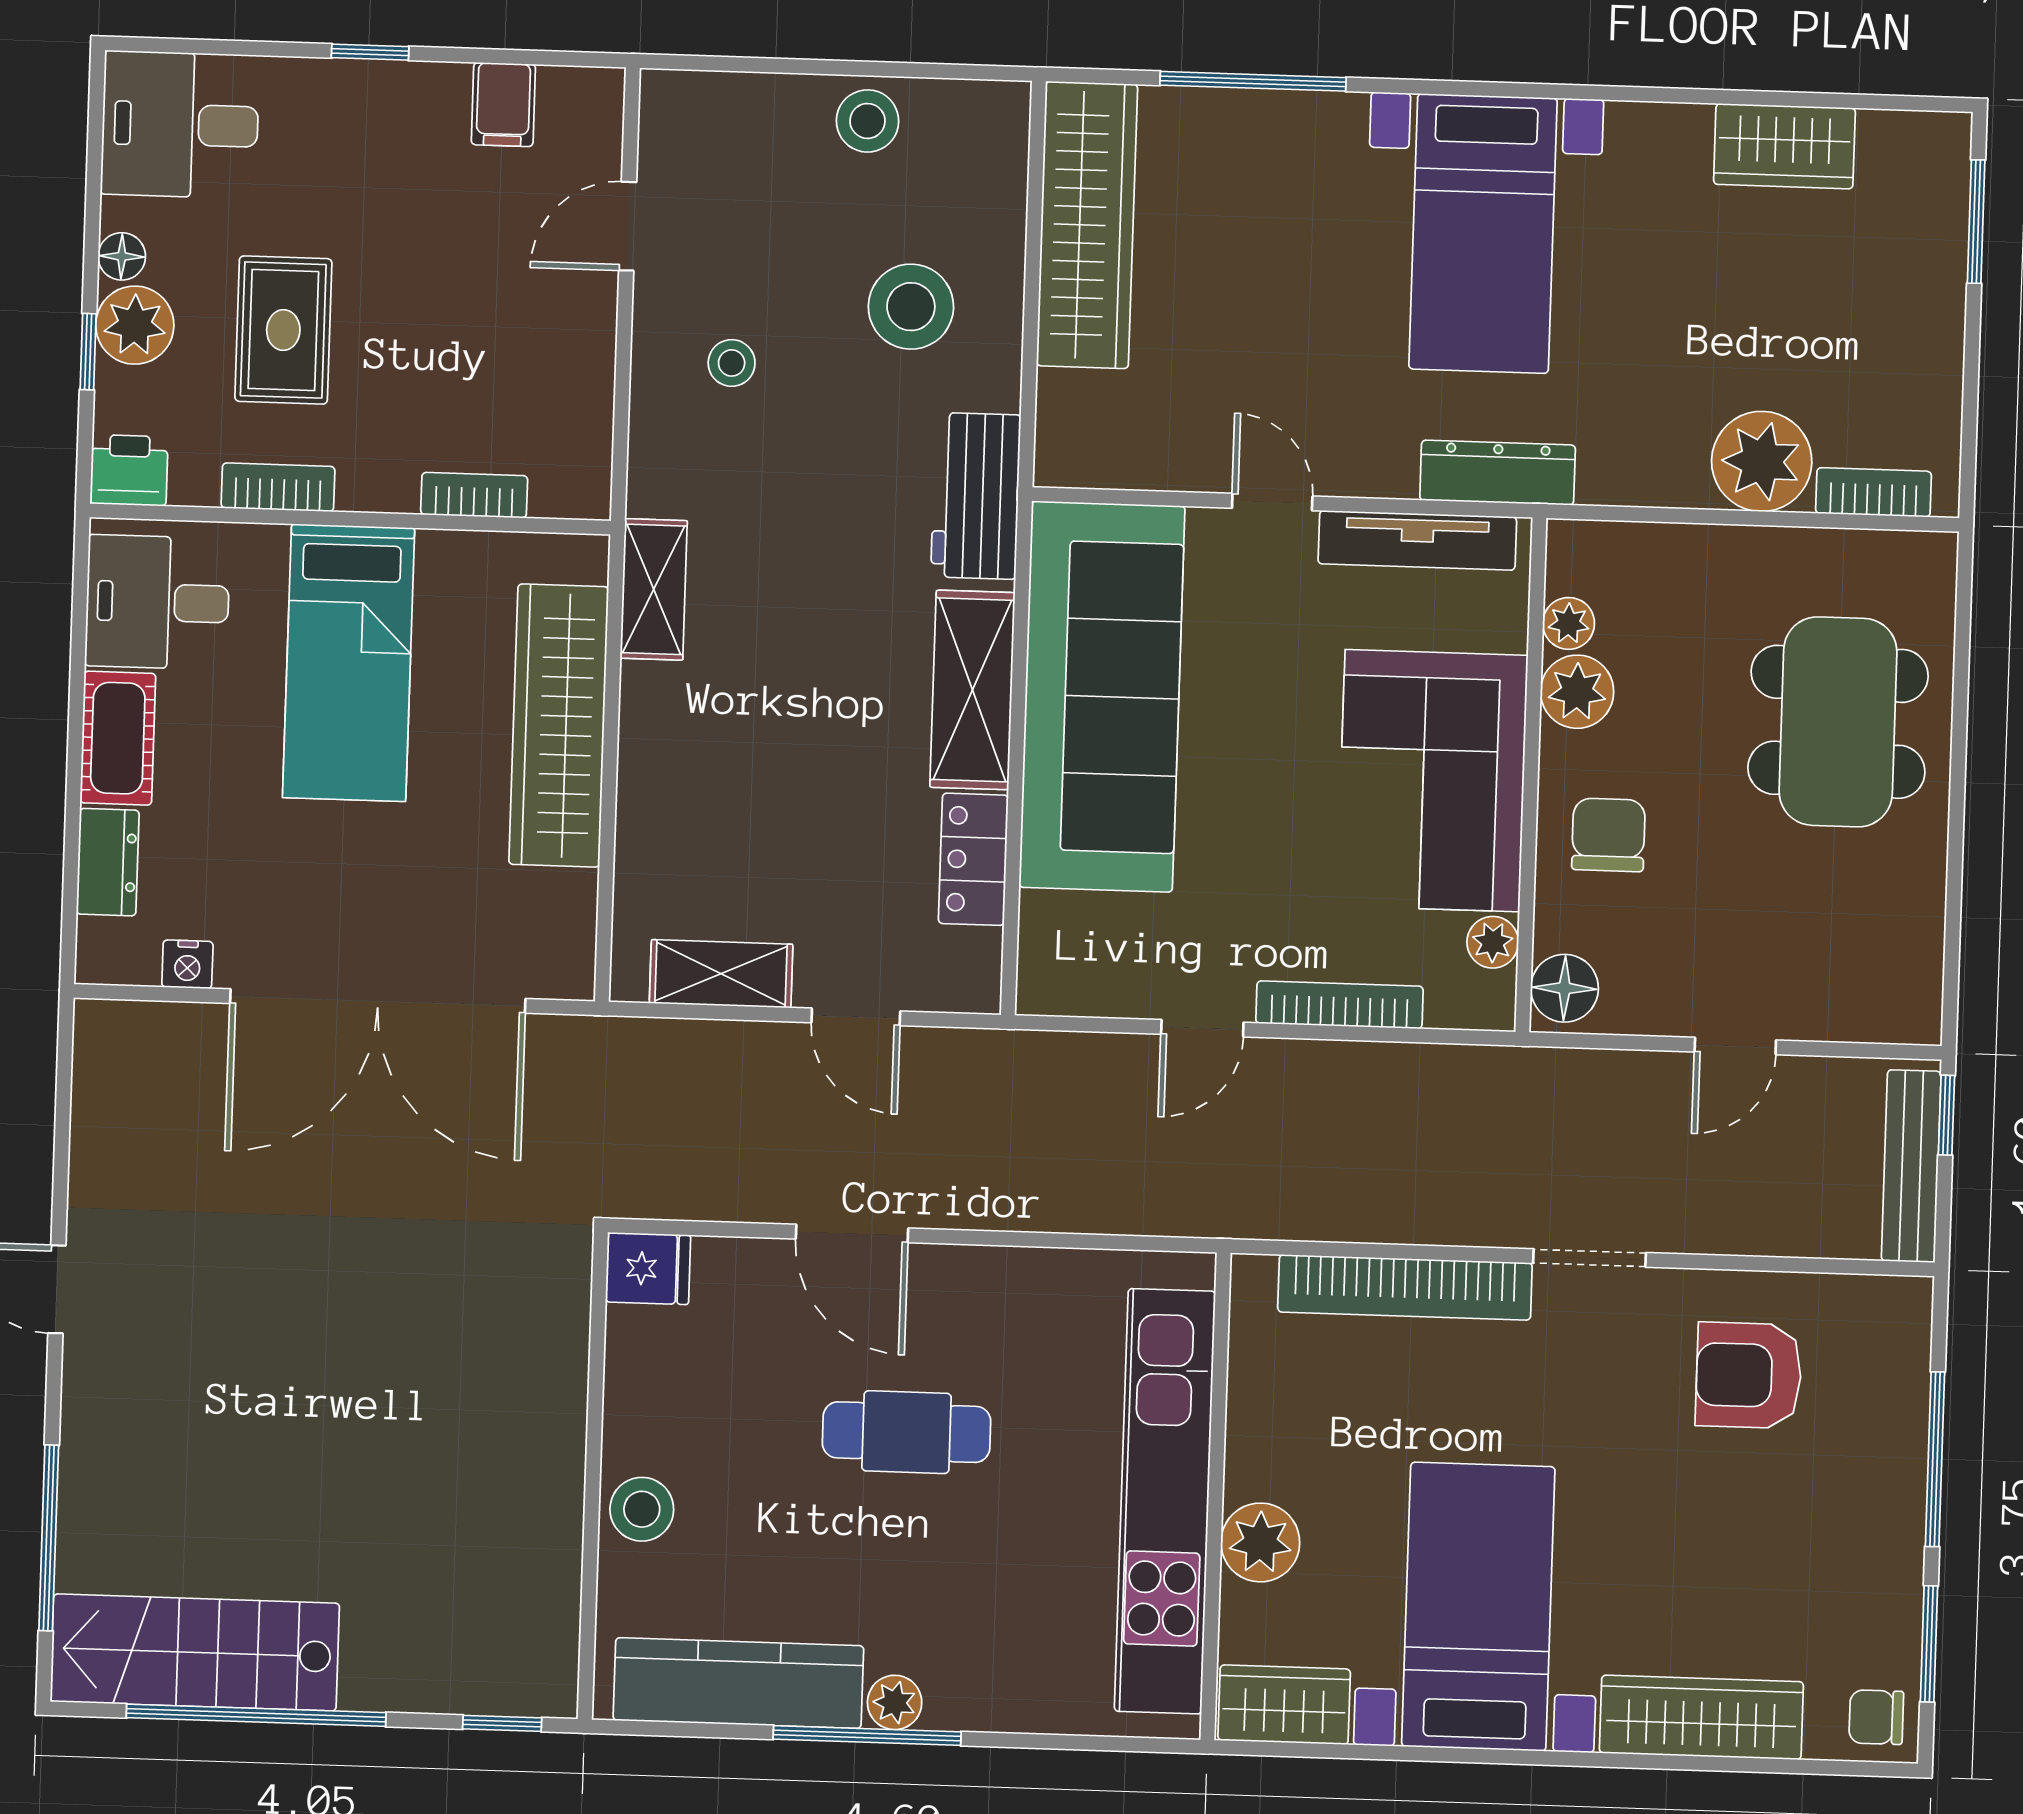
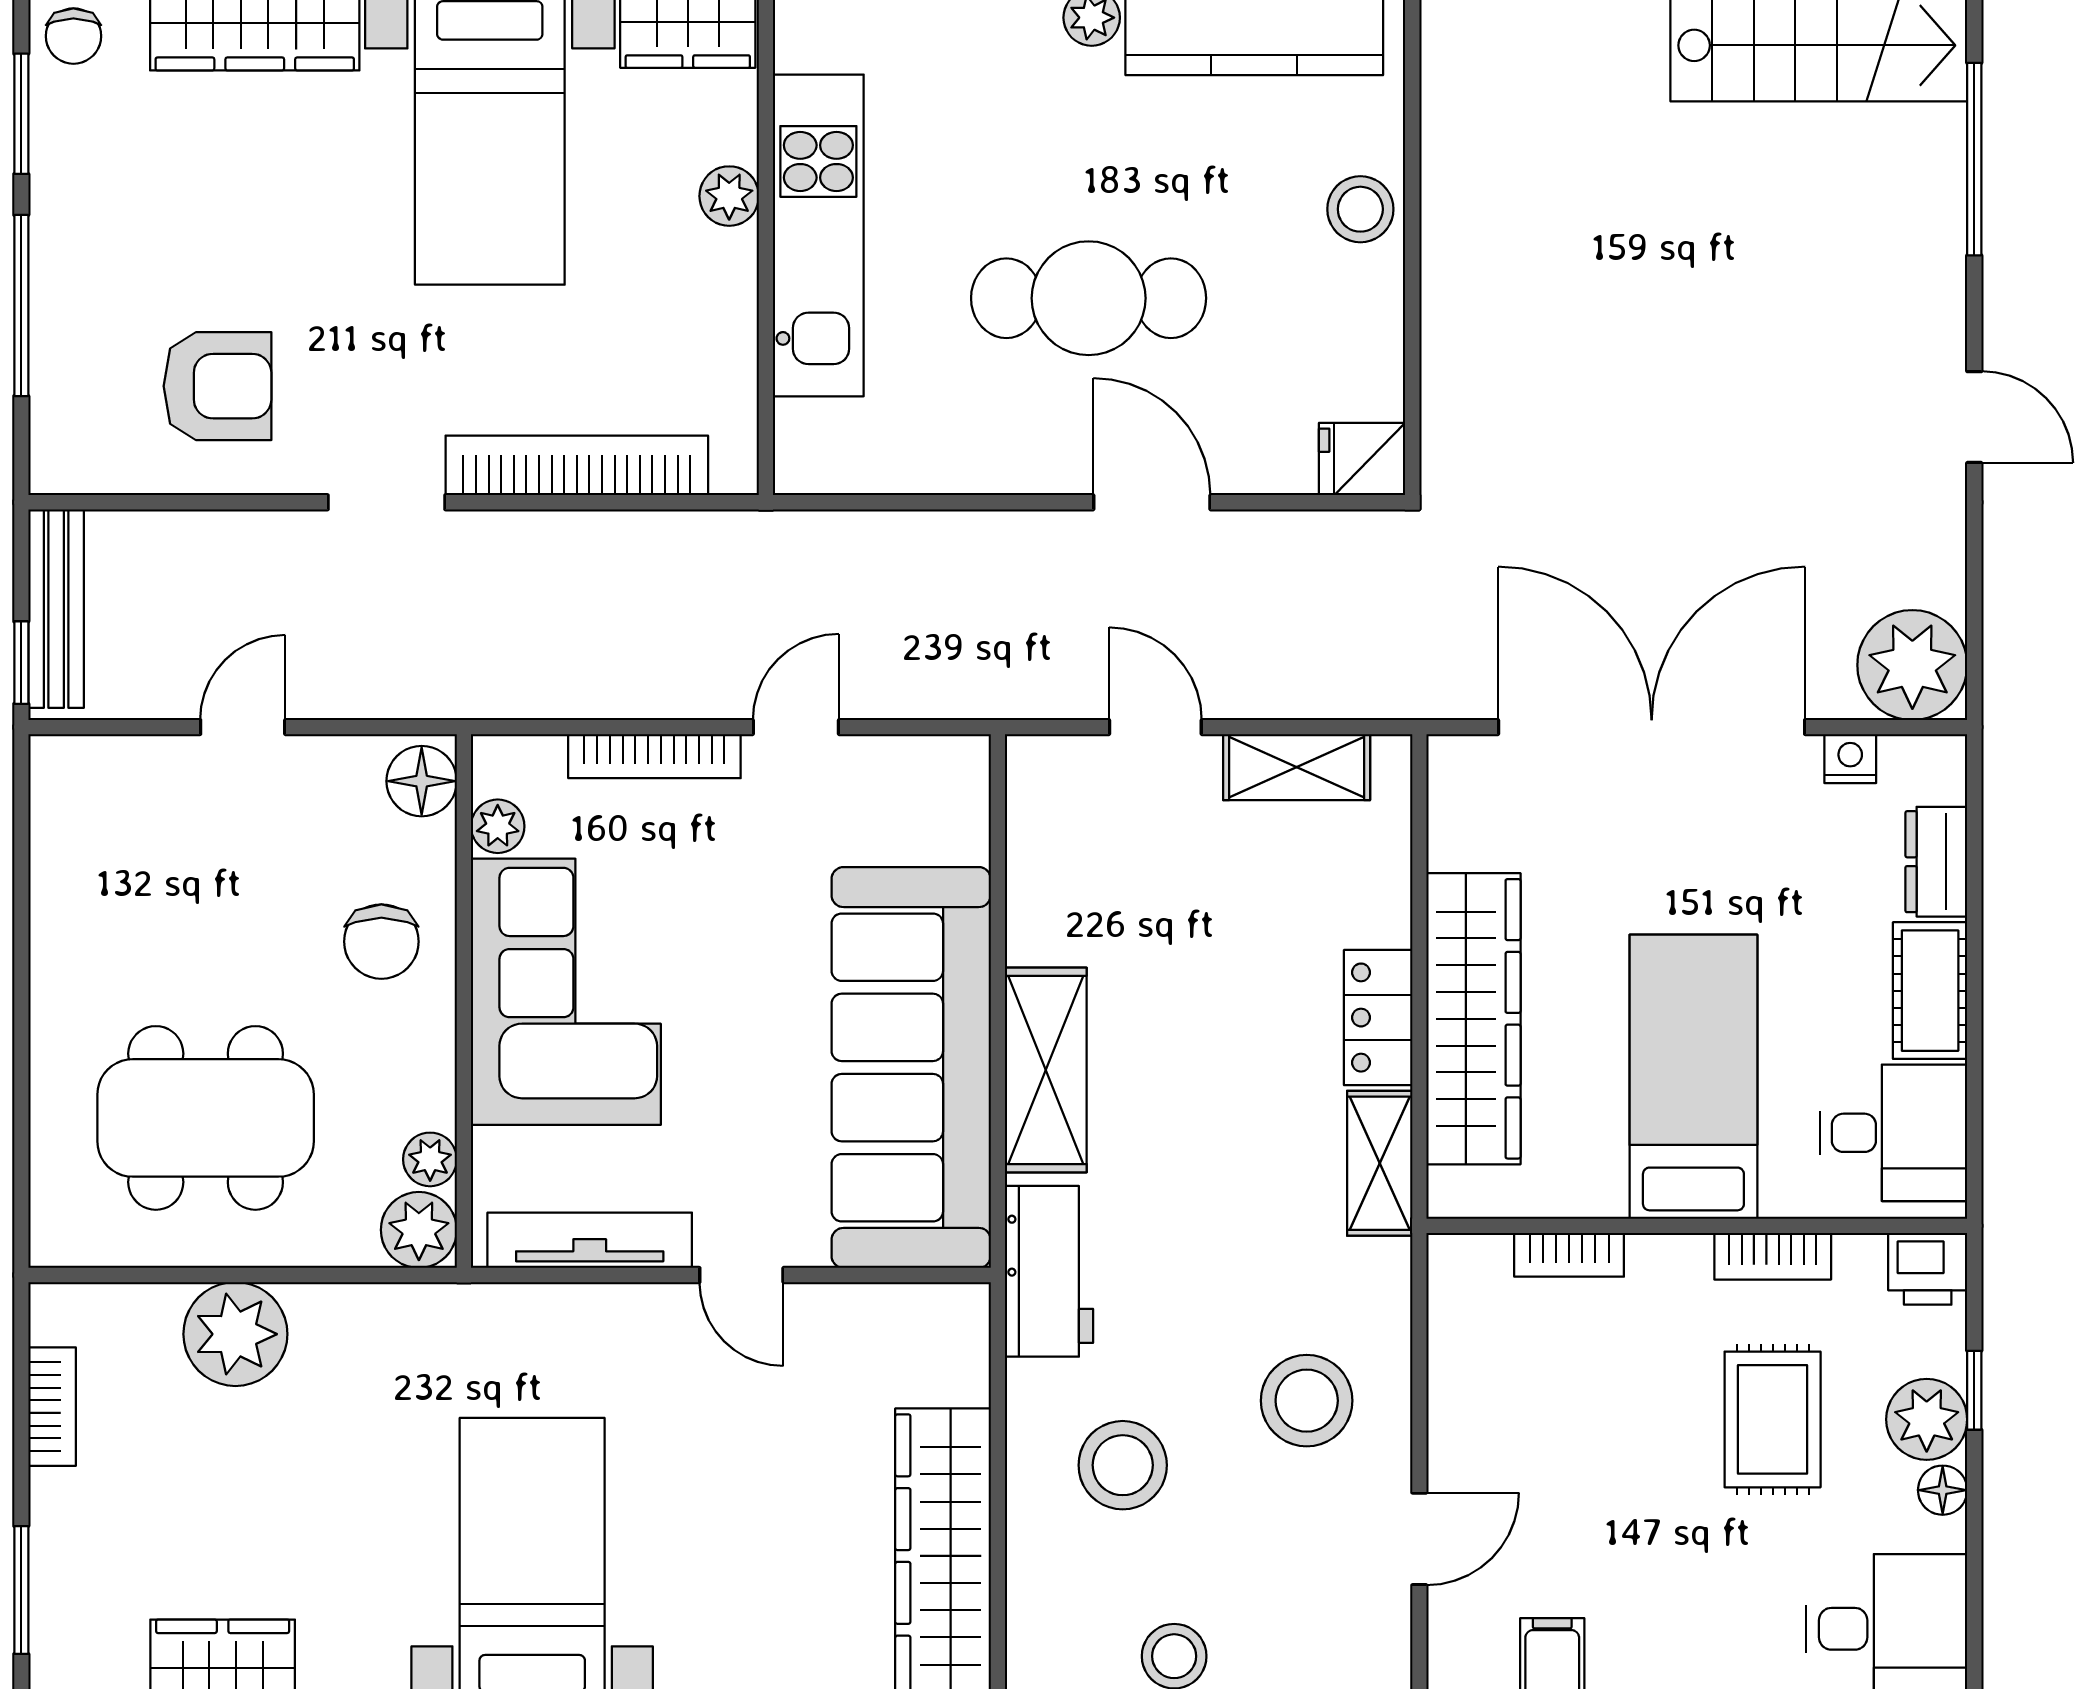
stool: (732, 363) -> (1307, 1401), width x1.89, depth x1.89
dresser: (1498, 473) -> (509, 1313), removed
bookcase: (1874, 492) -> (52, 1407), moved, turned -90
plant: (1577, 692) -> (419, 1230), moved
dining table: (1838, 722) -> (206, 1118), moved, turned 90
locker: (973, 859) -> (1378, 1018), moved, turned 180
plant: (125, 1052) -> (1912, 665), added
cafe table: (907, 1432) -> (1089, 298), width x1.37, depth x1.35
kitchen unit: (1165, 1501) -> (818, 235), width x0.73
plant: (1260, 1542) -> (729, 196), width x0.73, depth x0.73
chair: (1876, 1717) -> (73, 36), turned 90

